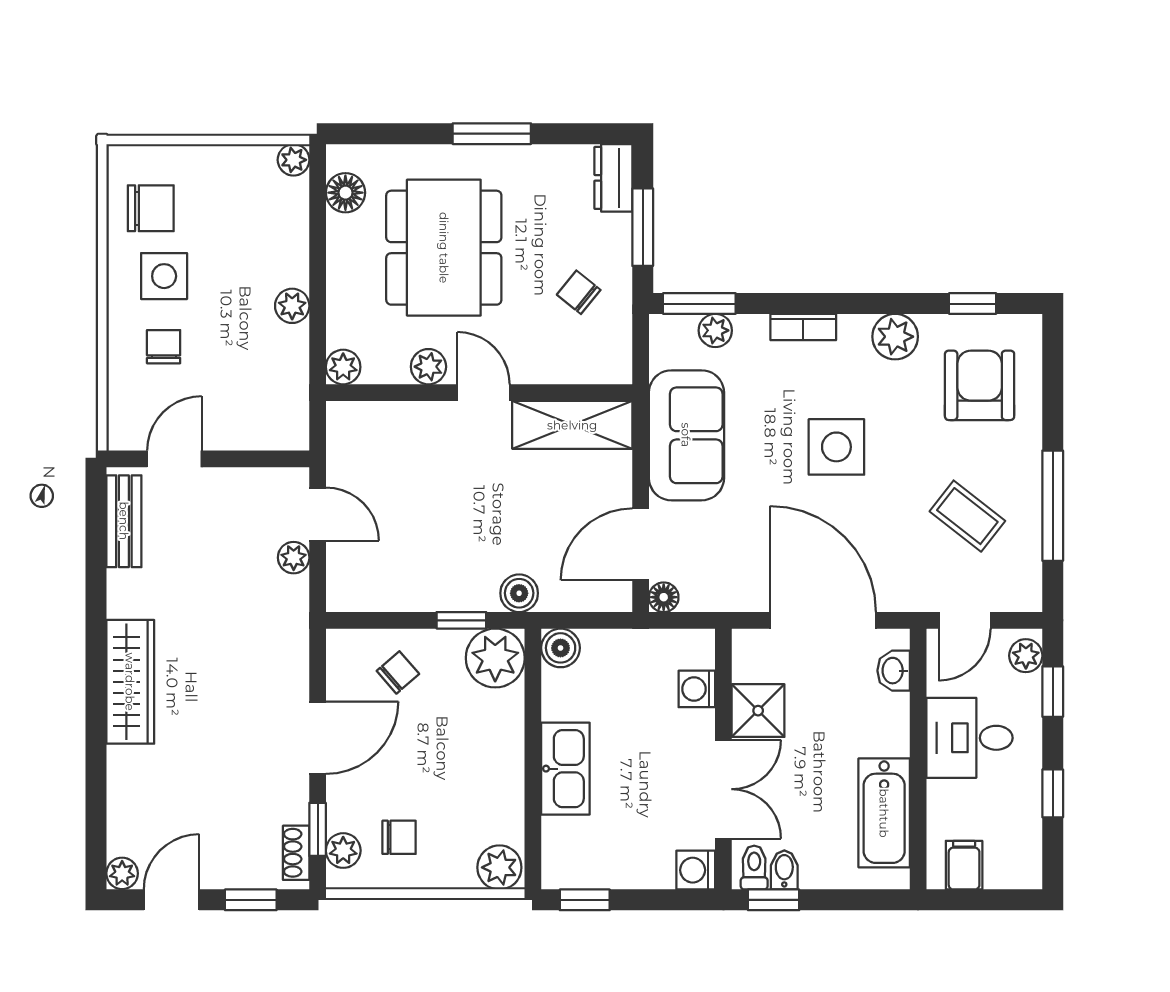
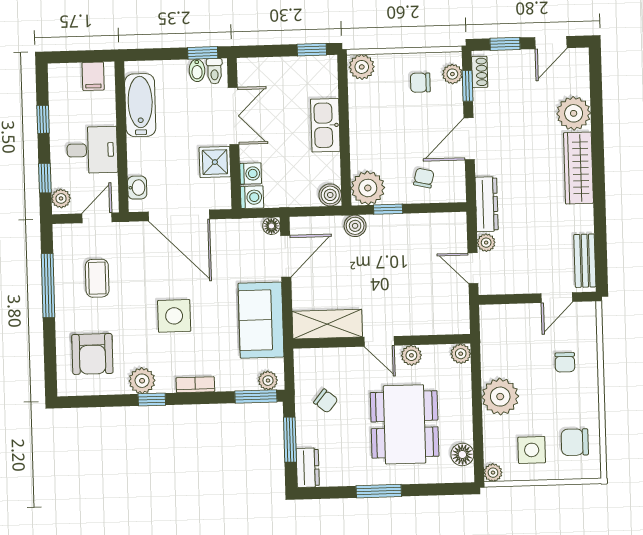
side table: (164, 276) -> (532, 450), moved
window: (973, 304) -> (152, 400), moved
plant: (292, 306) -> (500, 397), width x1.87, depth x1.87
plant: (715, 330) -> (268, 381), moved
coffee table: (967, 516) -> (97, 278), turned 52
dresser: (291, 624) -> (487, 204), added
chair: (398, 672) -> (424, 178), turned 144
double door: (723, 789) -> (234, 116), swing flipped
washing machine: (696, 870) -> (252, 197), moved
plant: (122, 873) -> (574, 113), moved, width x1.88, depth x1.88

